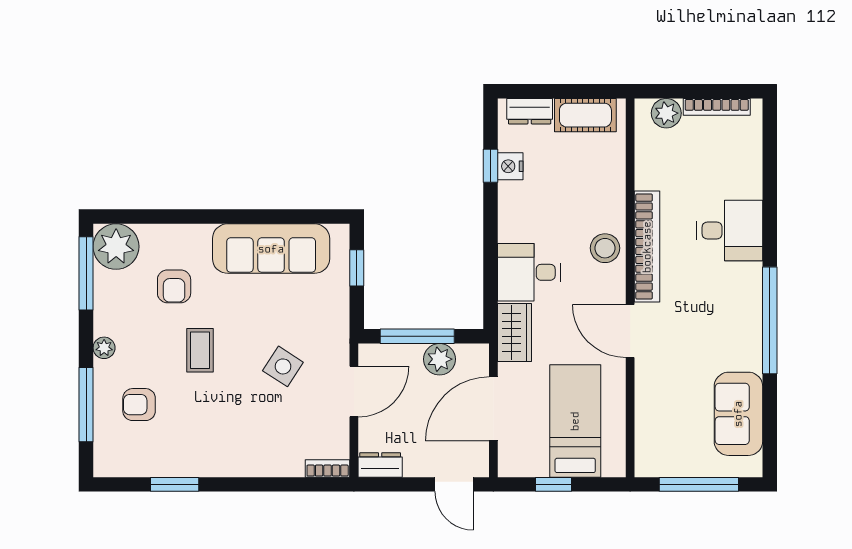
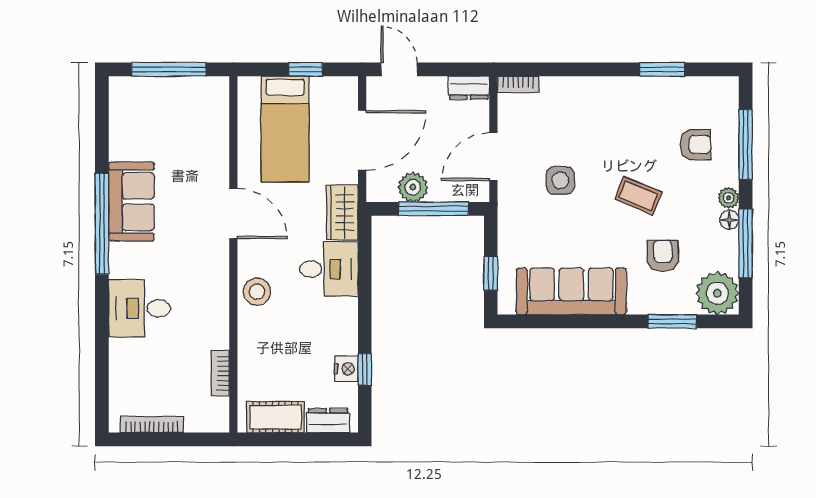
plant: (666, 113) -> (199, 419), removed
window: (164, 217) -> (672, 321), added
bookcase: (647, 247) -> (220, 373), moved, width x0.43, depth x0.76
window: (86, 273) -> (746, 243), moved
floor lamp: (103, 325) -> (729, 220), added
coffee table: (200, 350) -> (638, 196), turned -68
side table: (283, 366) -> (560, 180), turned -33
sofa: (738, 414) -> (131, 202), moved

